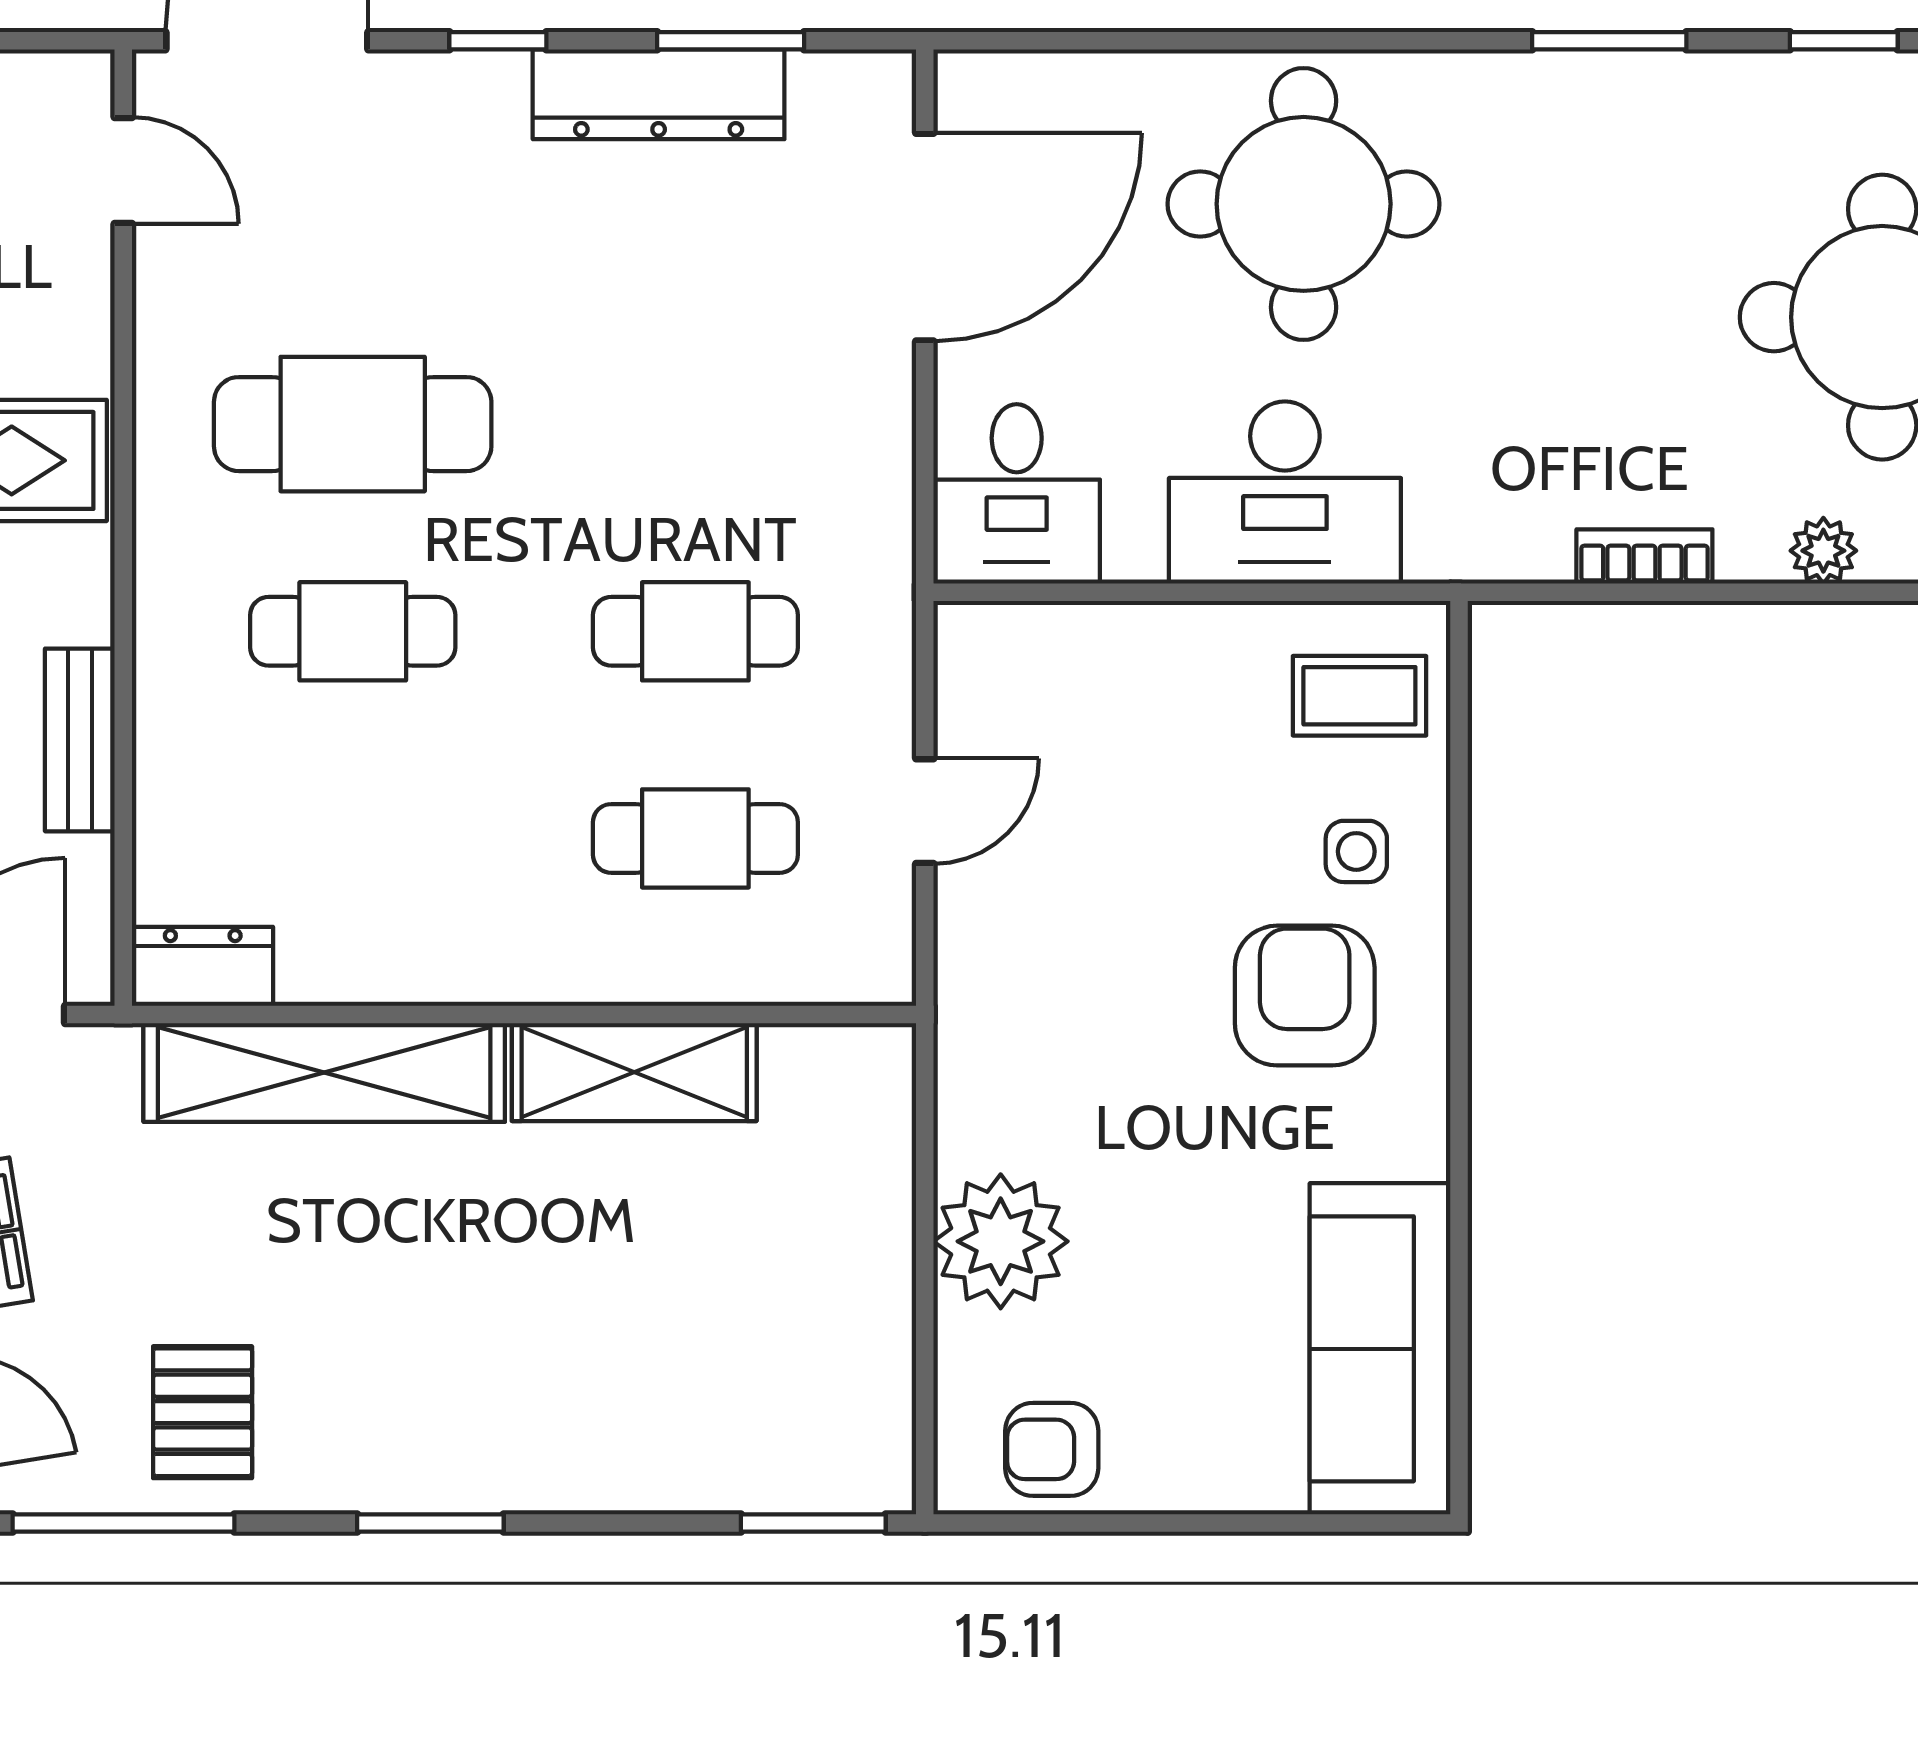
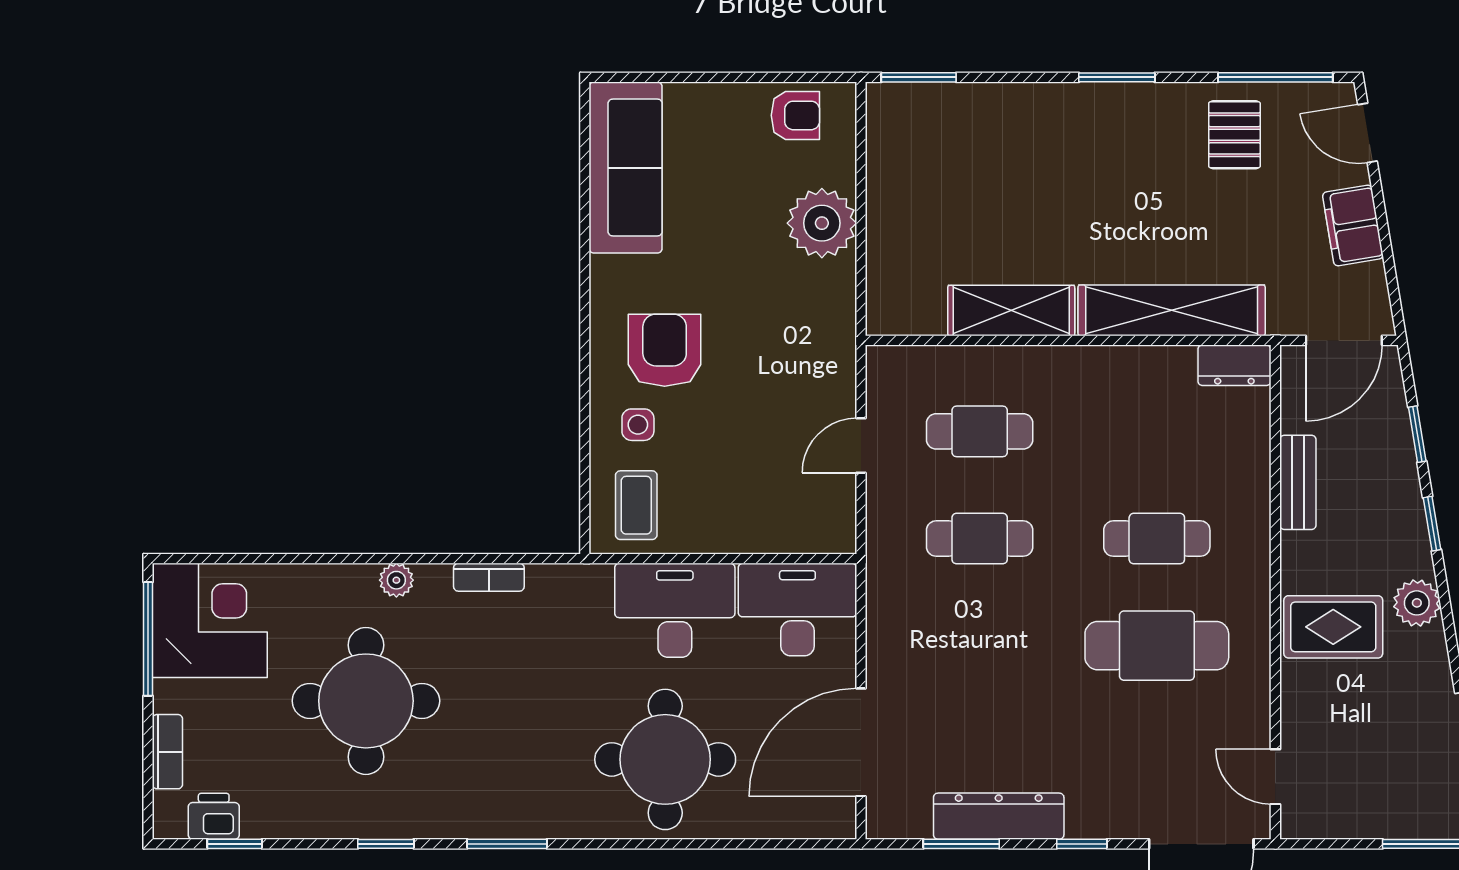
desk: (1017, 494) -> (797, 610), width x1.37
coffee table: (1359, 696) -> (636, 505), turned 90
armchair: (1305, 996) -> (665, 350), turned 180

